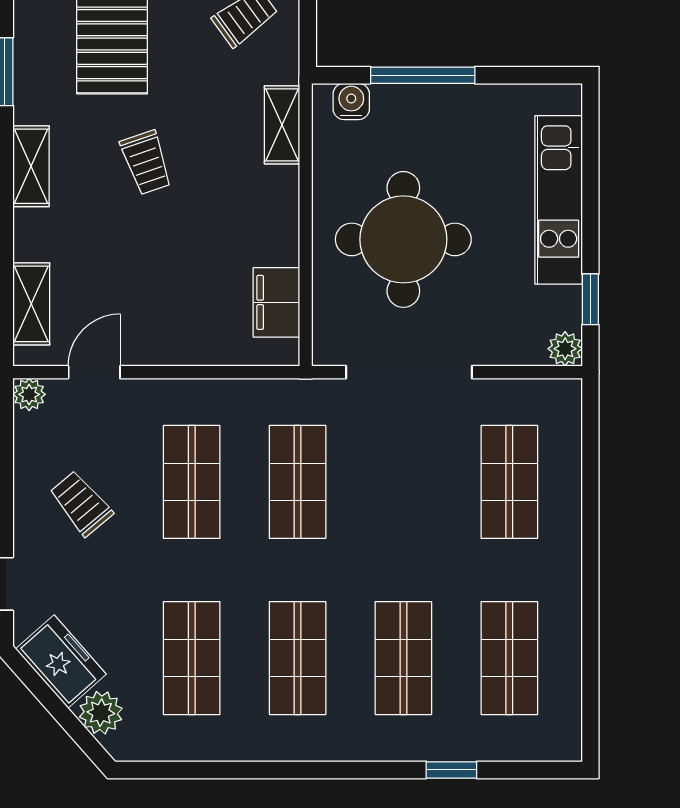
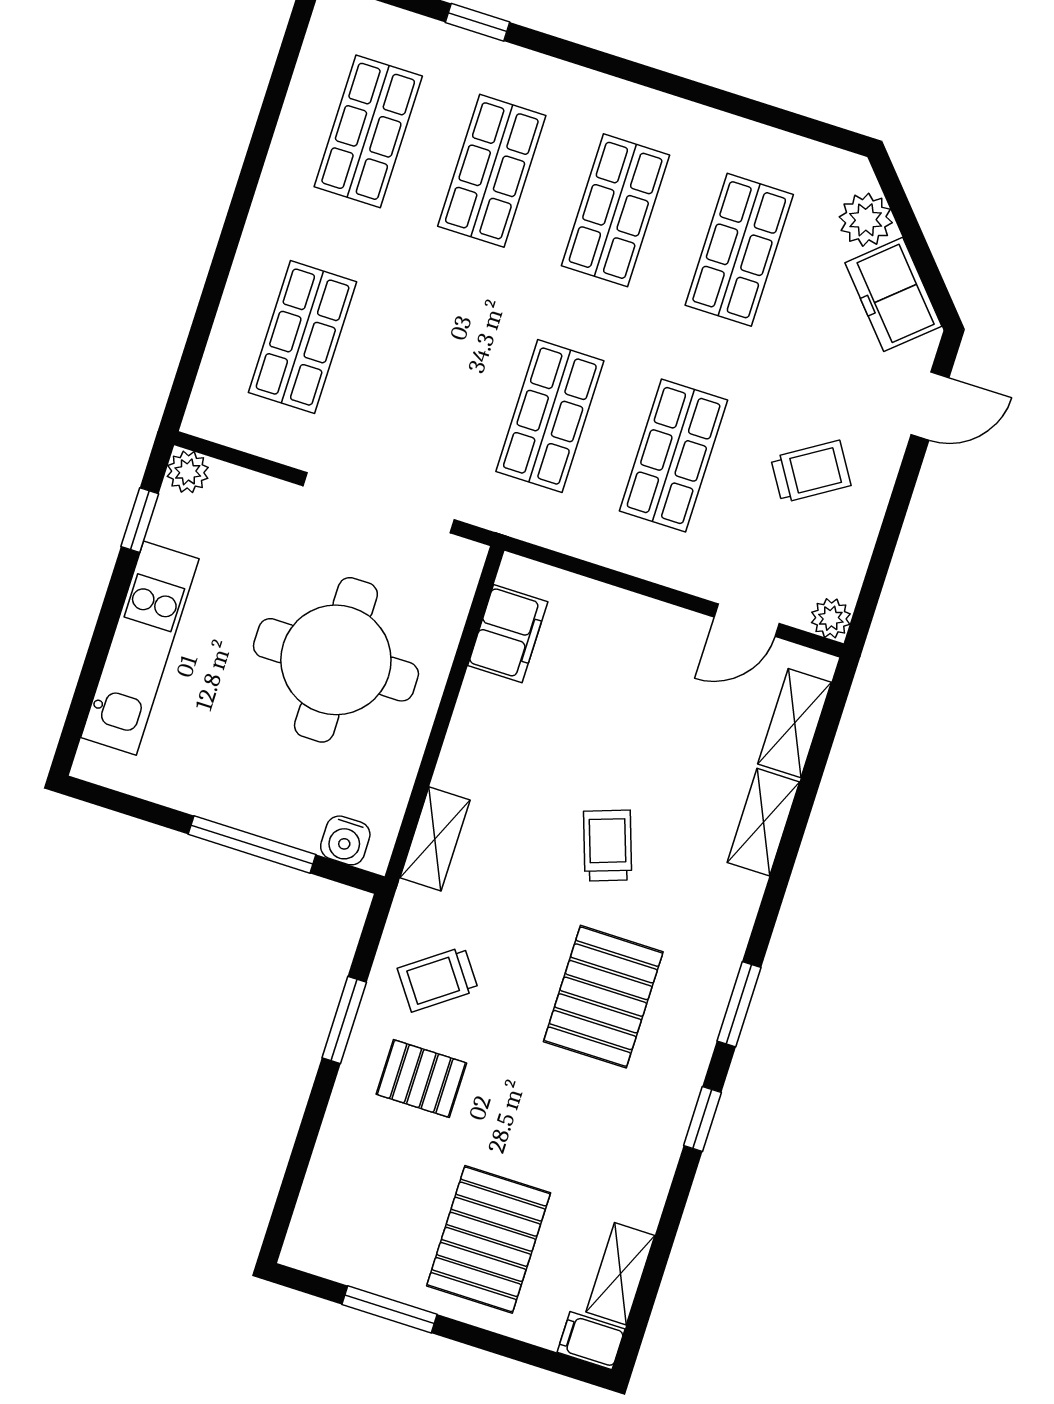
shelving: (31, 166) -> (763, 822), moved
trolley: (81, 503) -> (811, 472), turned -82

